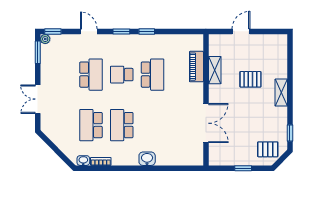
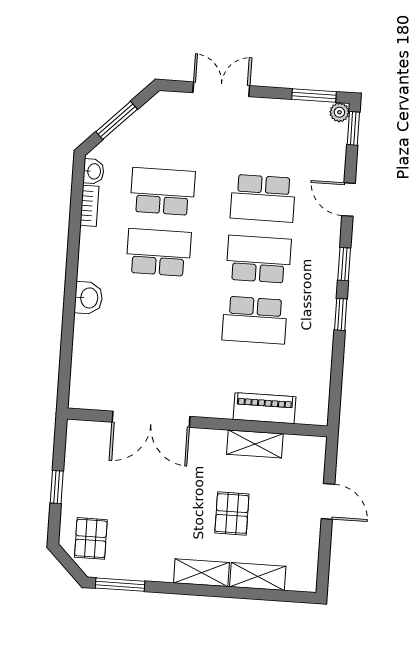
door: (89, 31) -> (349, 200), swing flipped
shelving: (281, 64) -> (258, 576), added
school desk: (122, 75) -> (259, 259), width x1.85
window: (290, 133) -> (120, 585), width x1.50
window: (57, 151) -> (117, 120), added

